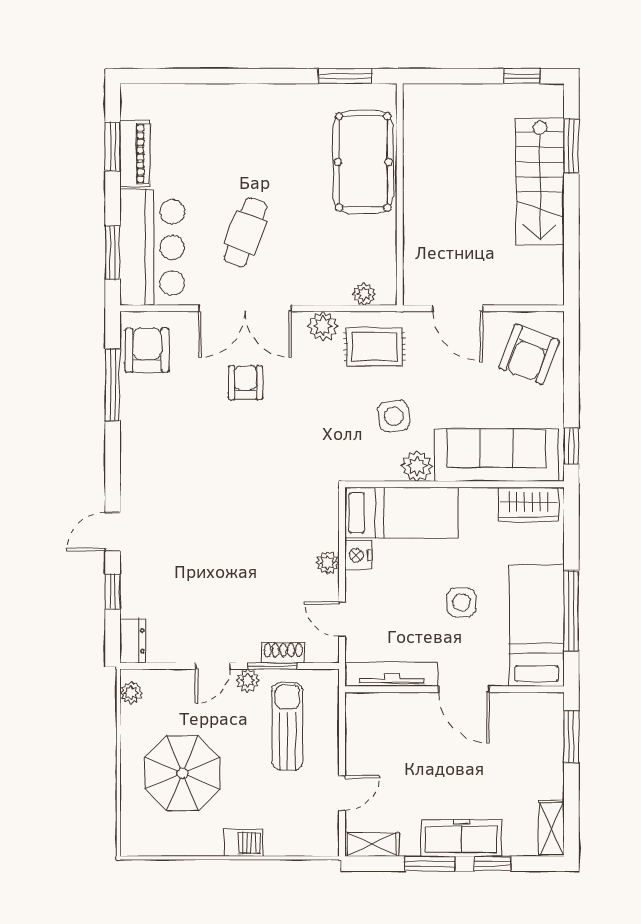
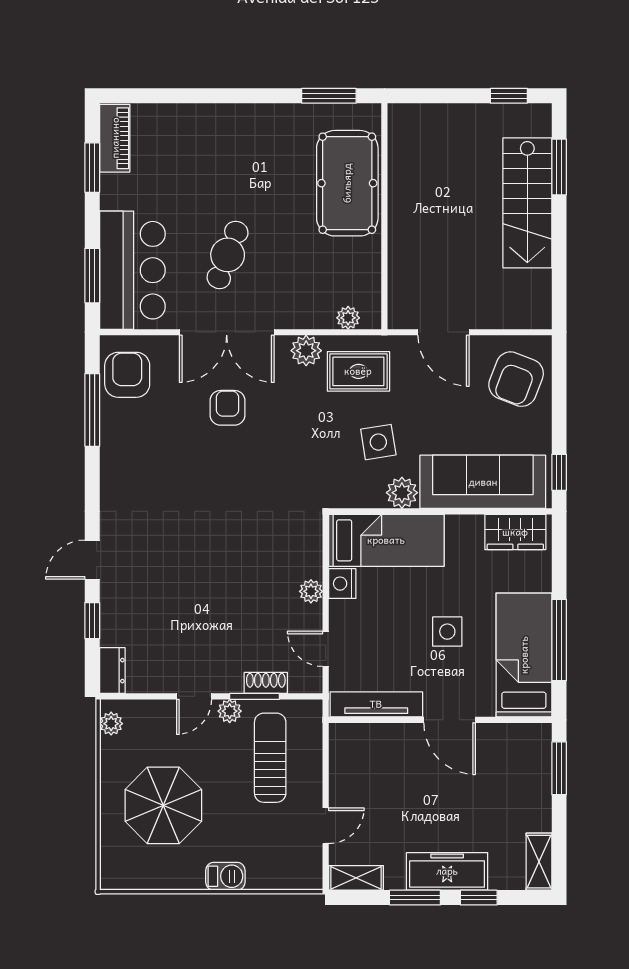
piano: (135, 154) -> (115, 138), moved

